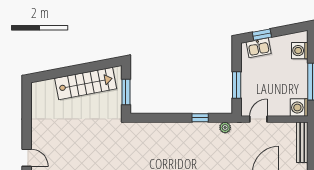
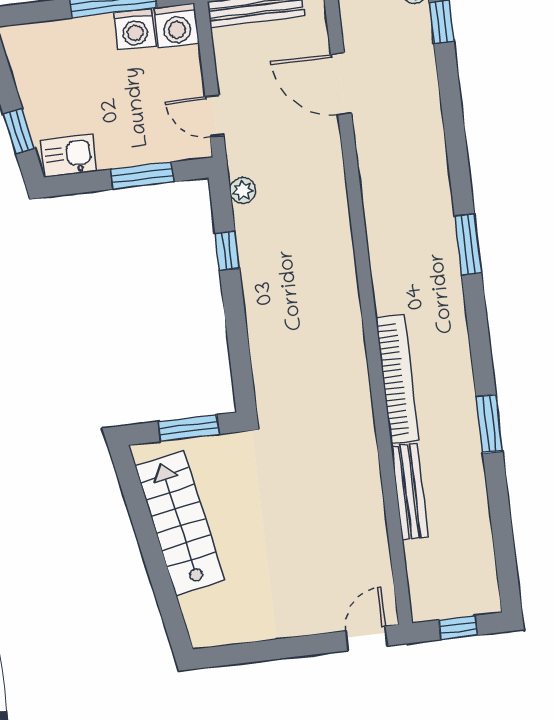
kitchen sink: (259, 48) -> (69, 156), moved, turned -79
washing machine: (300, 51) -> (135, 29), moved

